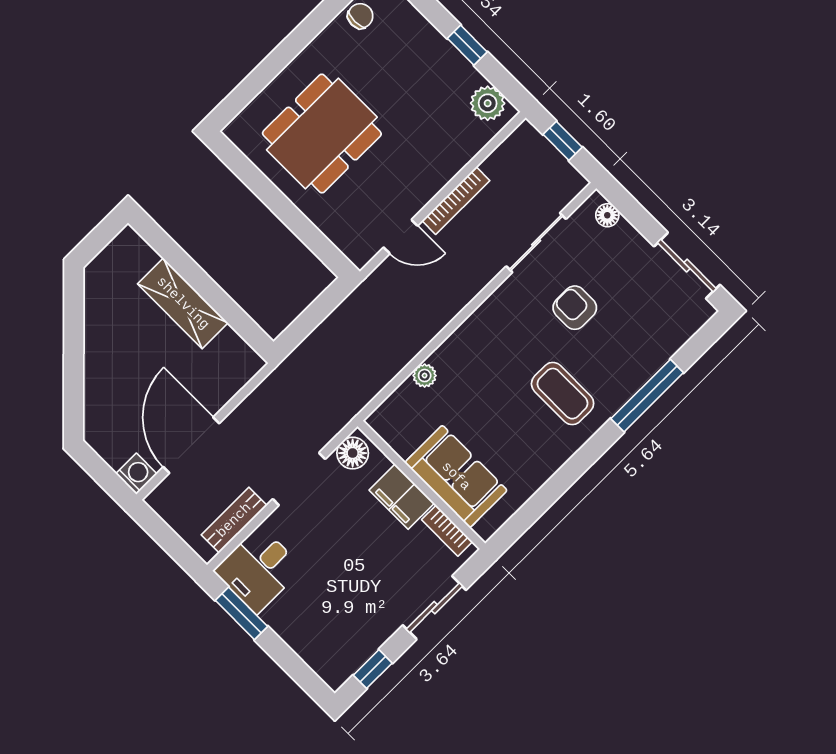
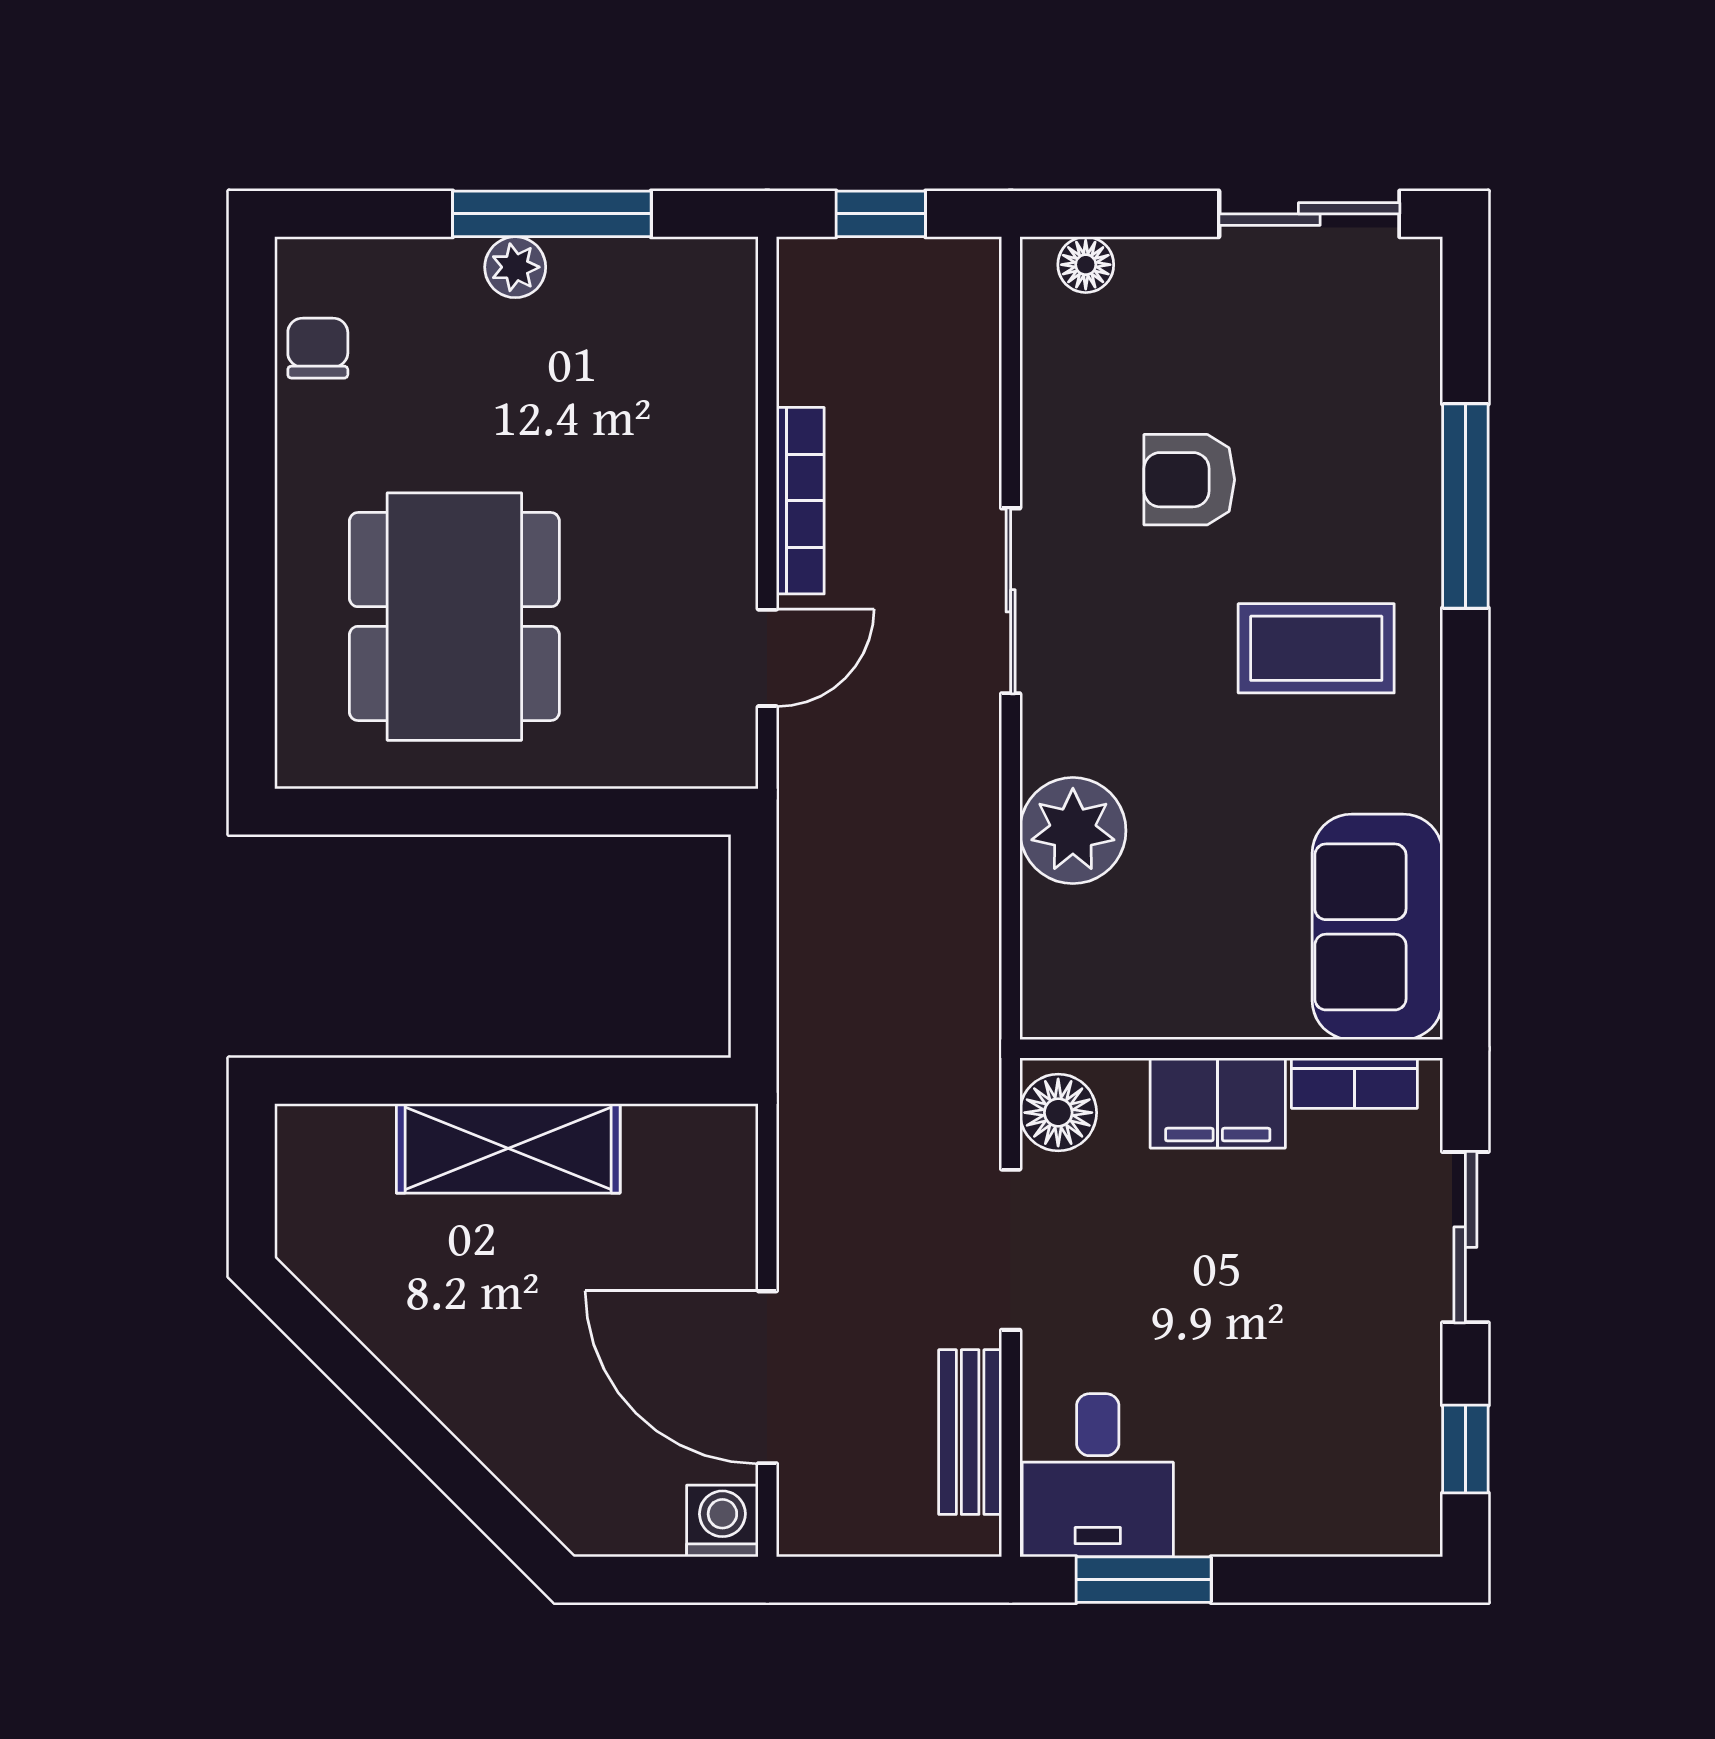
window: (467, 45) -> (552, 214), width x2.17
plant: (488, 103) -> (515, 267), moved, width x0.73, depth x0.73
sliding door: (536, 243) -> (1011, 601), moved
plant: (425, 376) -> (1073, 831), width x1.87, depth x1.87
sofa: (456, 476) -> (1377, 927), moved, turned -90

